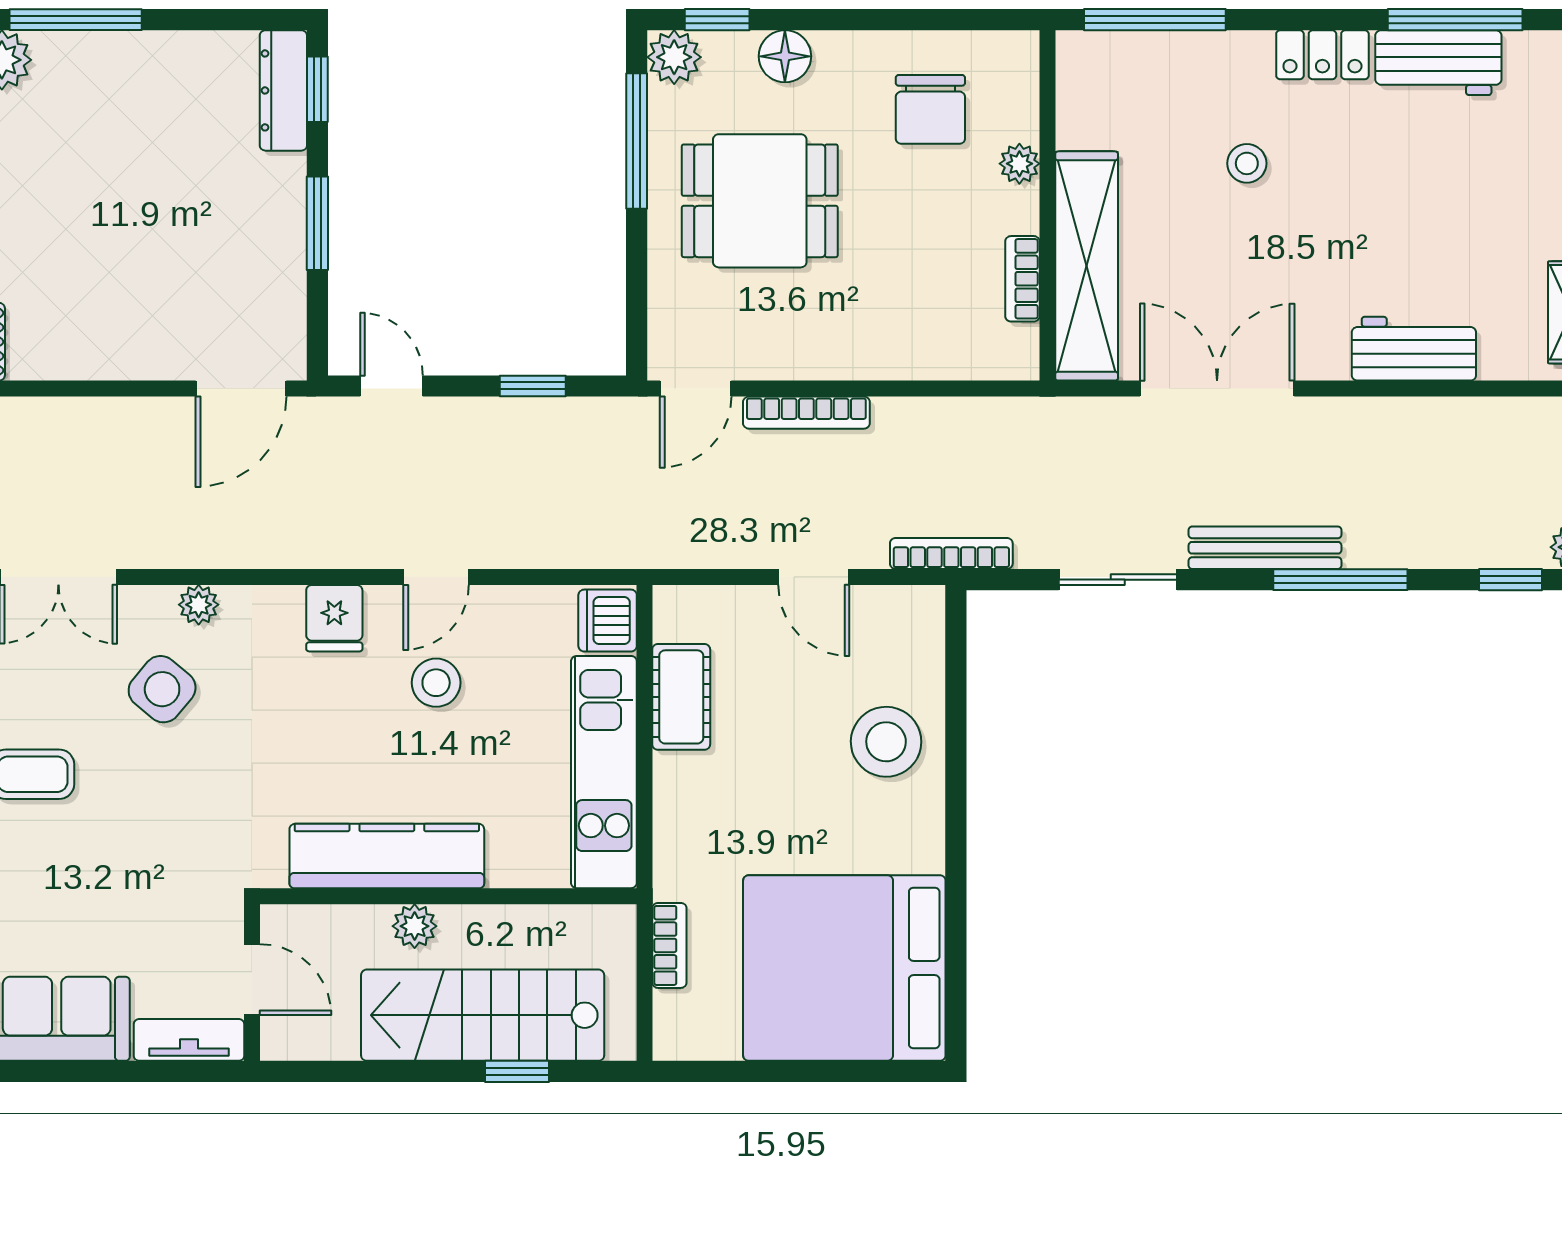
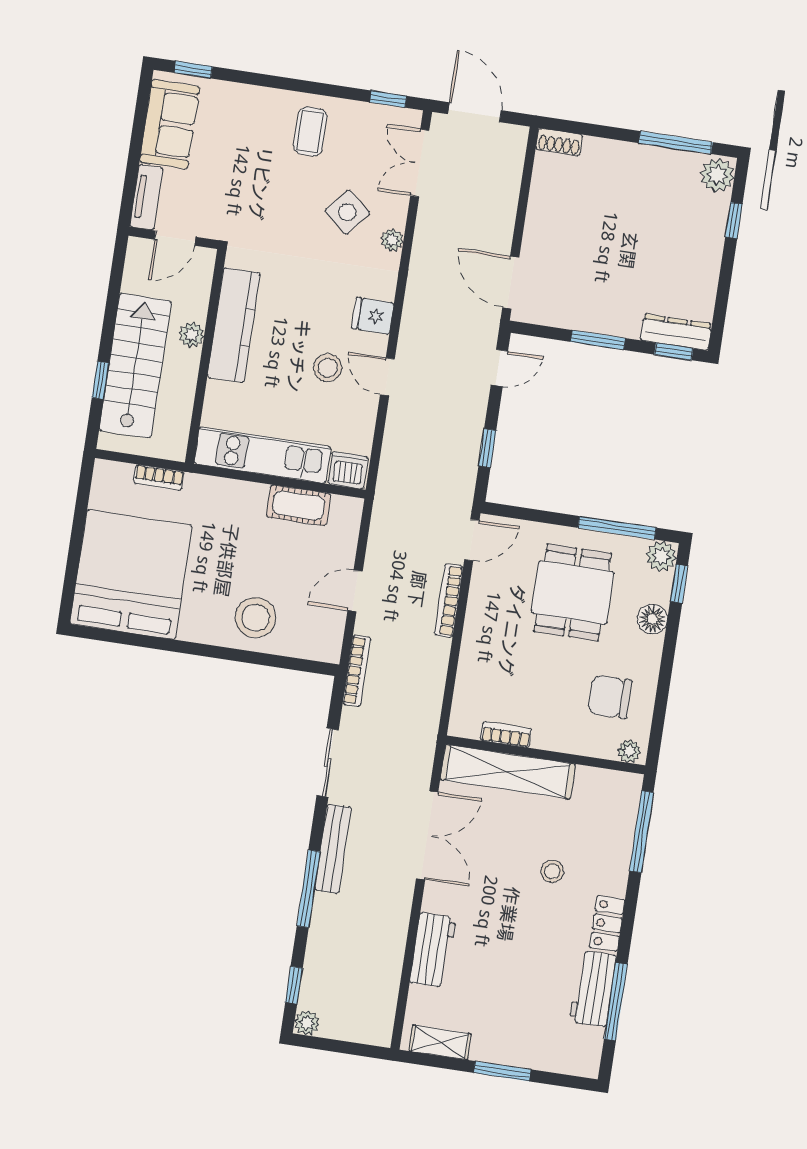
window: (76, 20) -> (734, 220), width x0.46
plant: (1019, 164) -> (629, 751), moved
door: (696, 389) -> (472, 540), swing flipped

